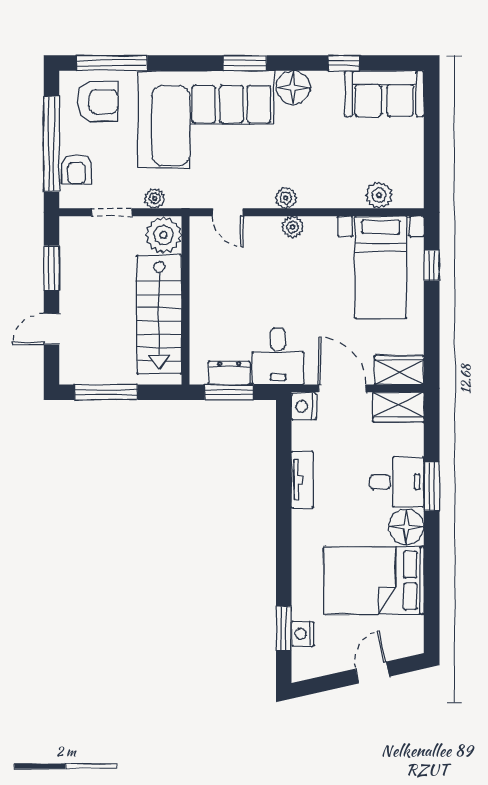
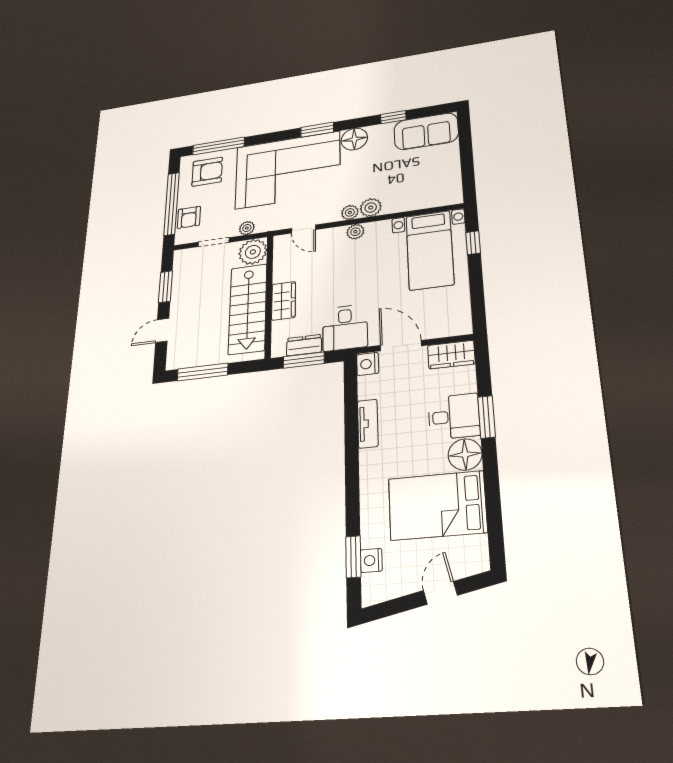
plant: (379, 195) -> (371, 208), moved
wardrobe: (399, 370) -> (284, 301), moved, turned 90

